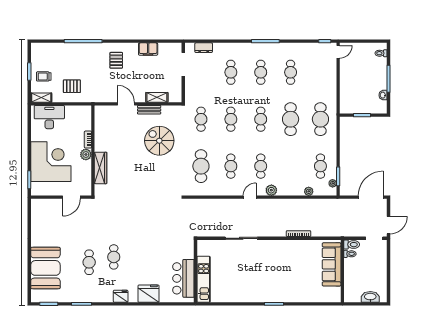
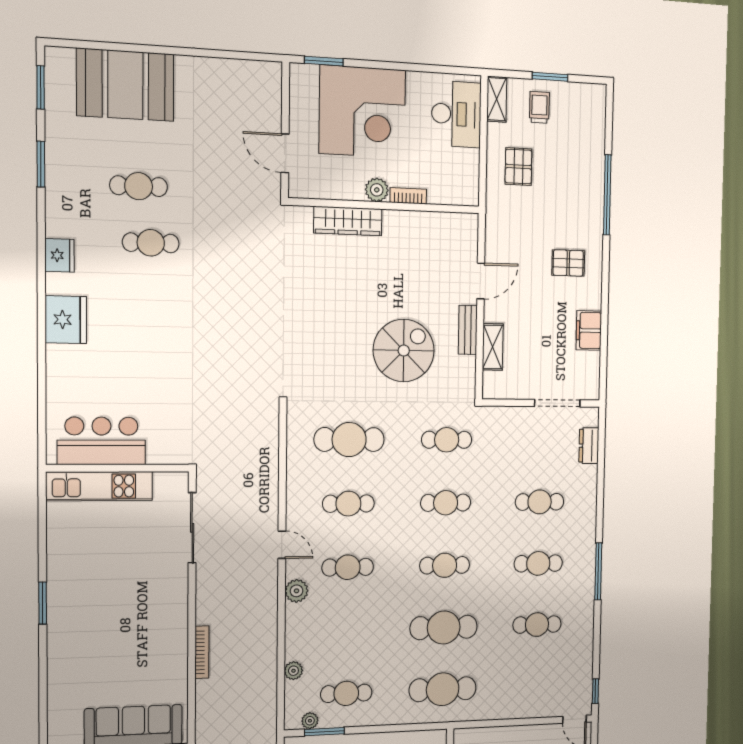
wall: (196, 271) -> (118, 468), moved
bar counter: (183, 278) -> (101, 441), moved
kitchen unit: (204, 279) -> (99, 486), moved

